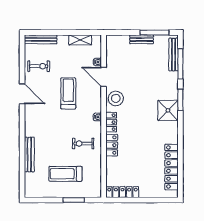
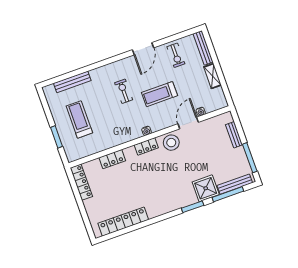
bench: (142, 39) -> (234, 135), moved
shelving: (80, 40) -> (213, 76), moved
treadmill: (68, 93) -> (160, 94), turned 180
shower: (168, 110) -> (206, 188), moved
exercise bike: (83, 144) -> (124, 91), moved
locker: (112, 145) -> (112, 159), moved
bench: (29, 154) -> (72, 82), moved

